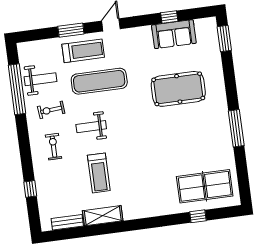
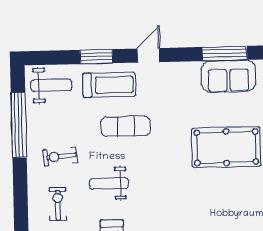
window: (169, 17) -> (225, 53), width x2.17
weight bench: (41, 79) -> (51, 85), moved
exercise mat: (99, 81) -> (126, 126), width x0.73, depth x0.69

